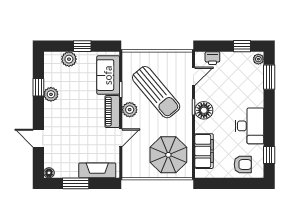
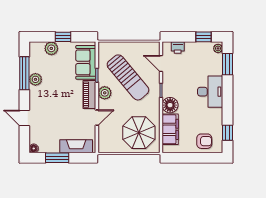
door: (194, 76) -> (161, 63), swing flipped
window: (38, 87) -> (24, 73), width x2.17
floor lamp: (204, 110) -> (170, 105), moved
desk: (249, 126) -> (210, 92), moved

